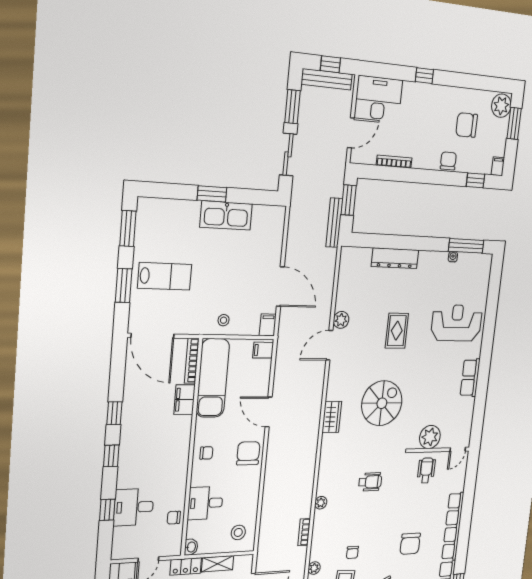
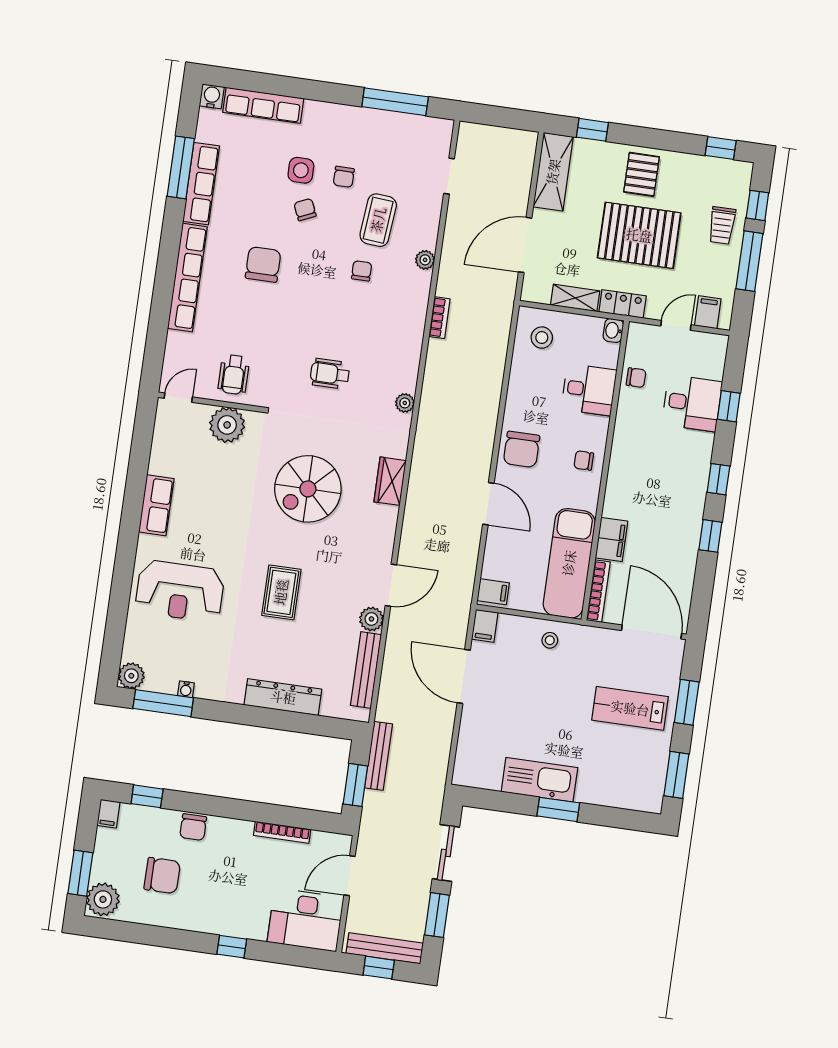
plant: (484, 262) -> (131, 676), added
bench: (344, 283) -> (366, 670), added
plant: (321, 503) -> (405, 403), moved

